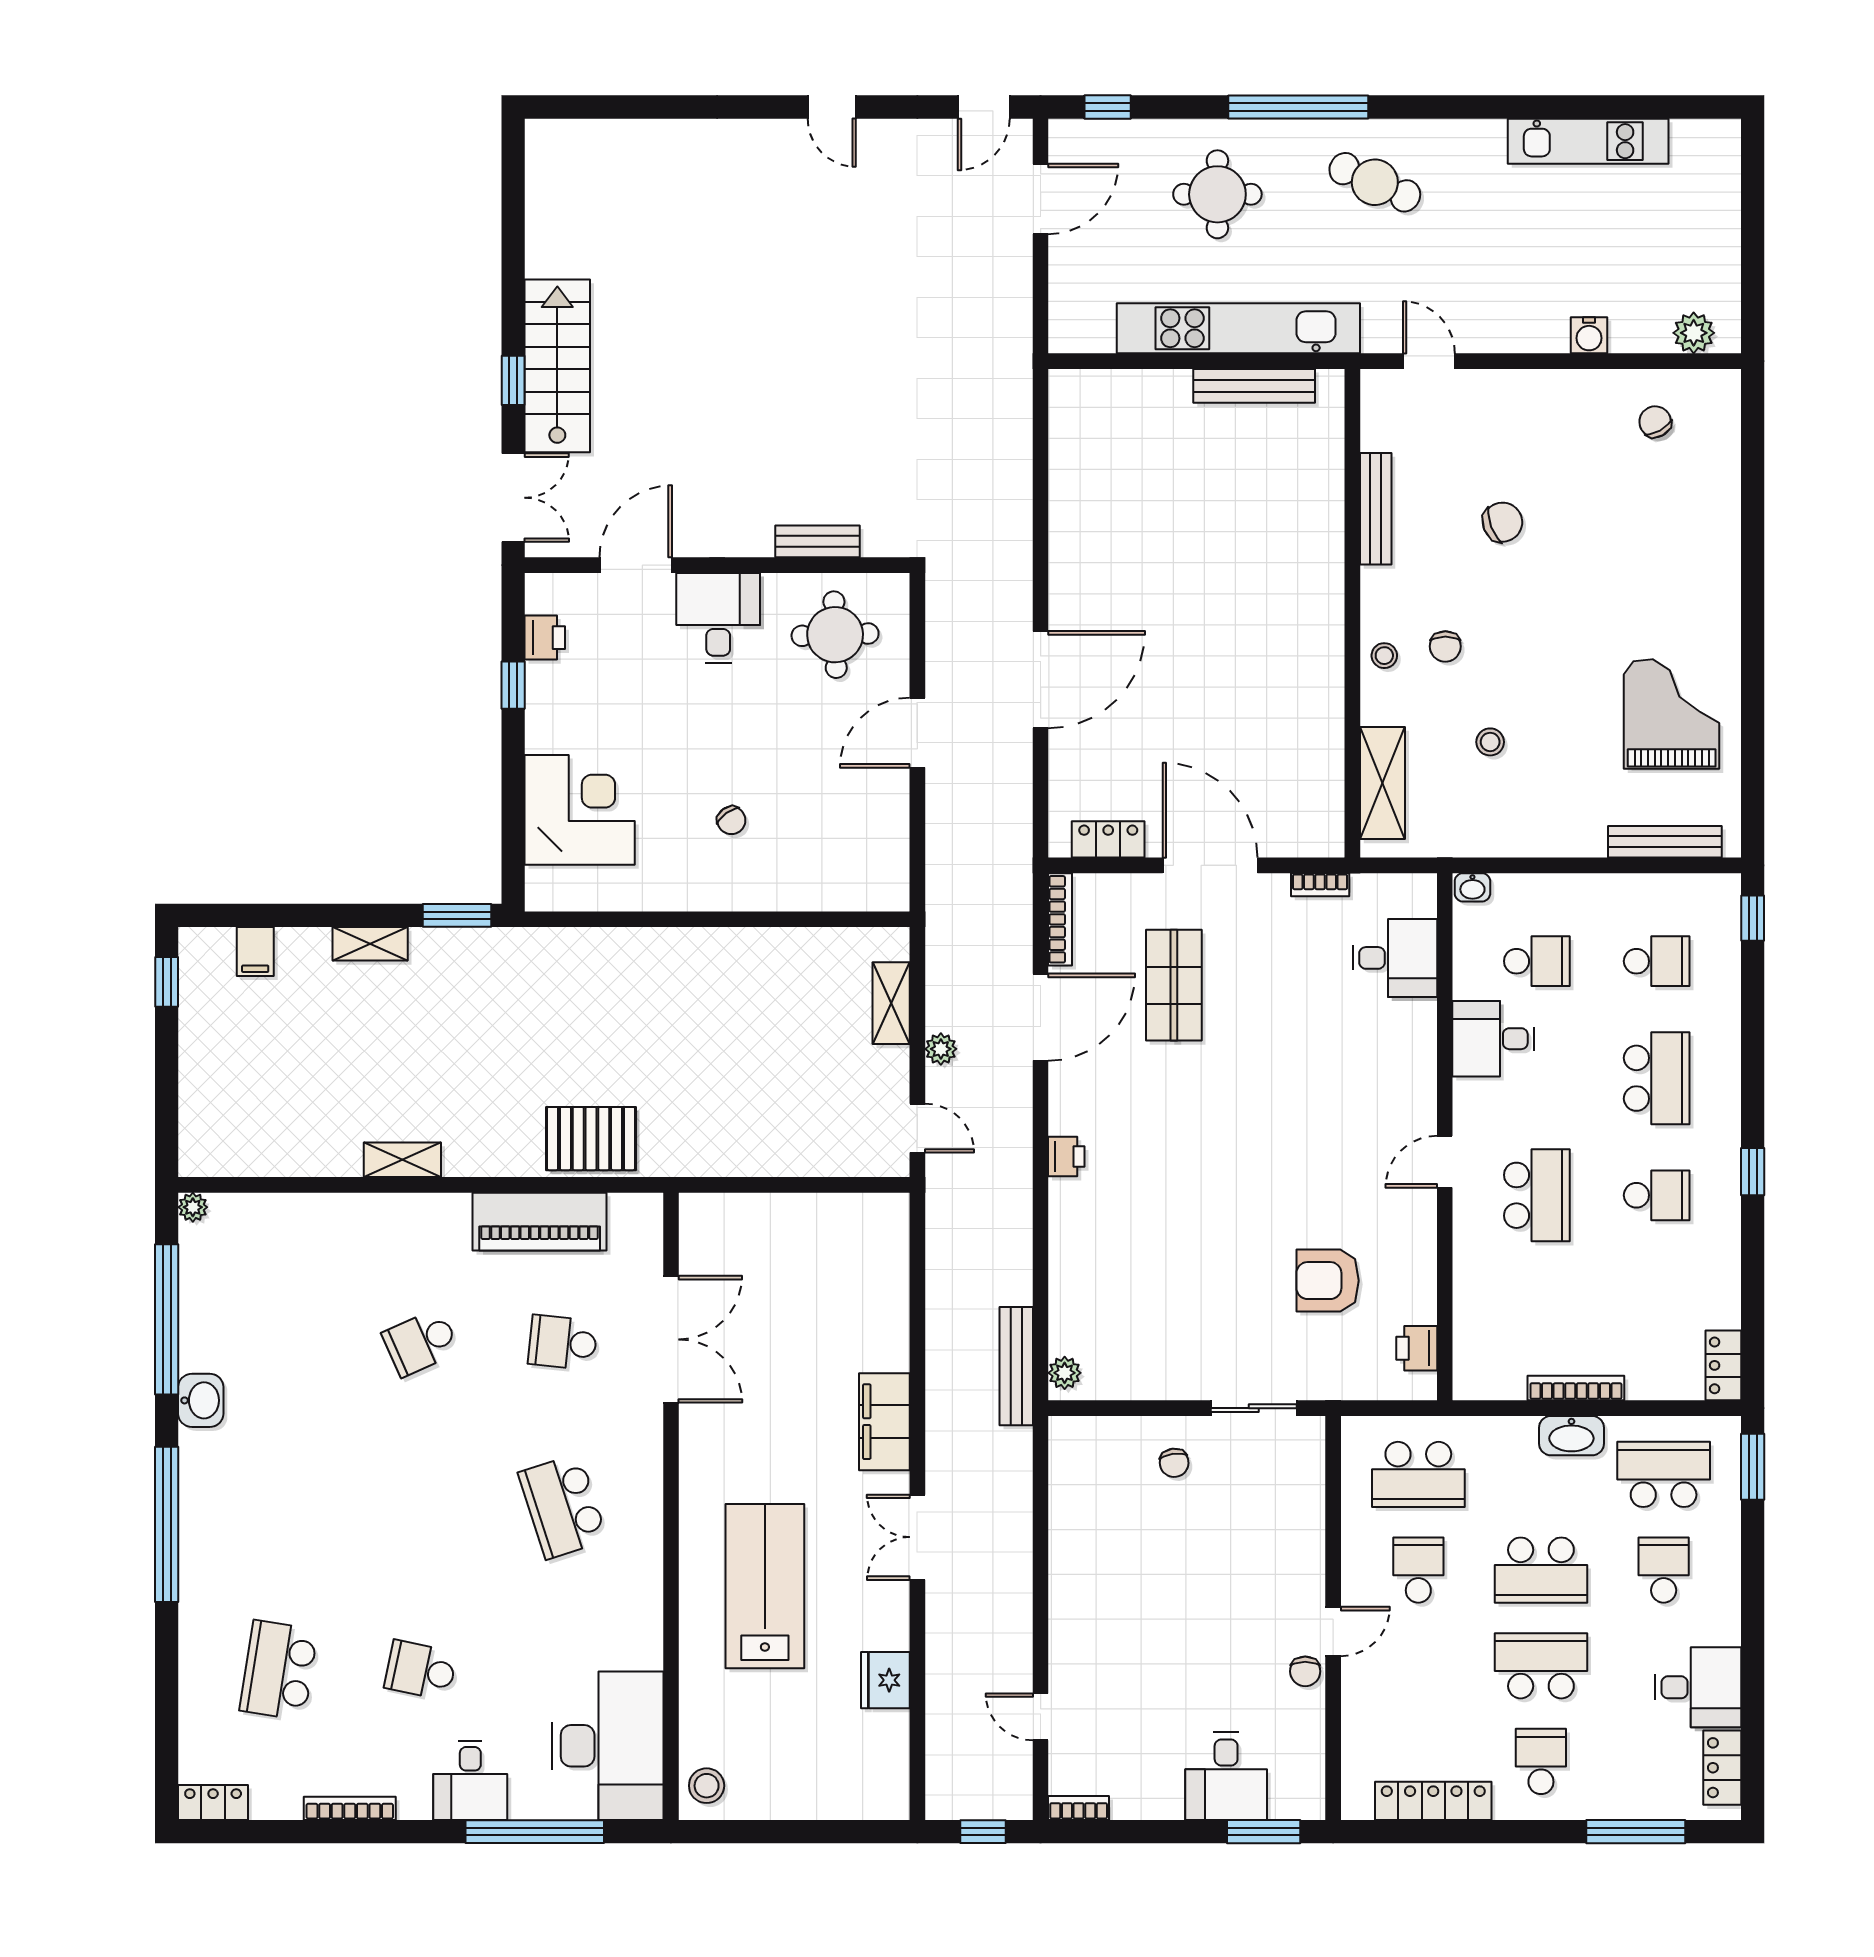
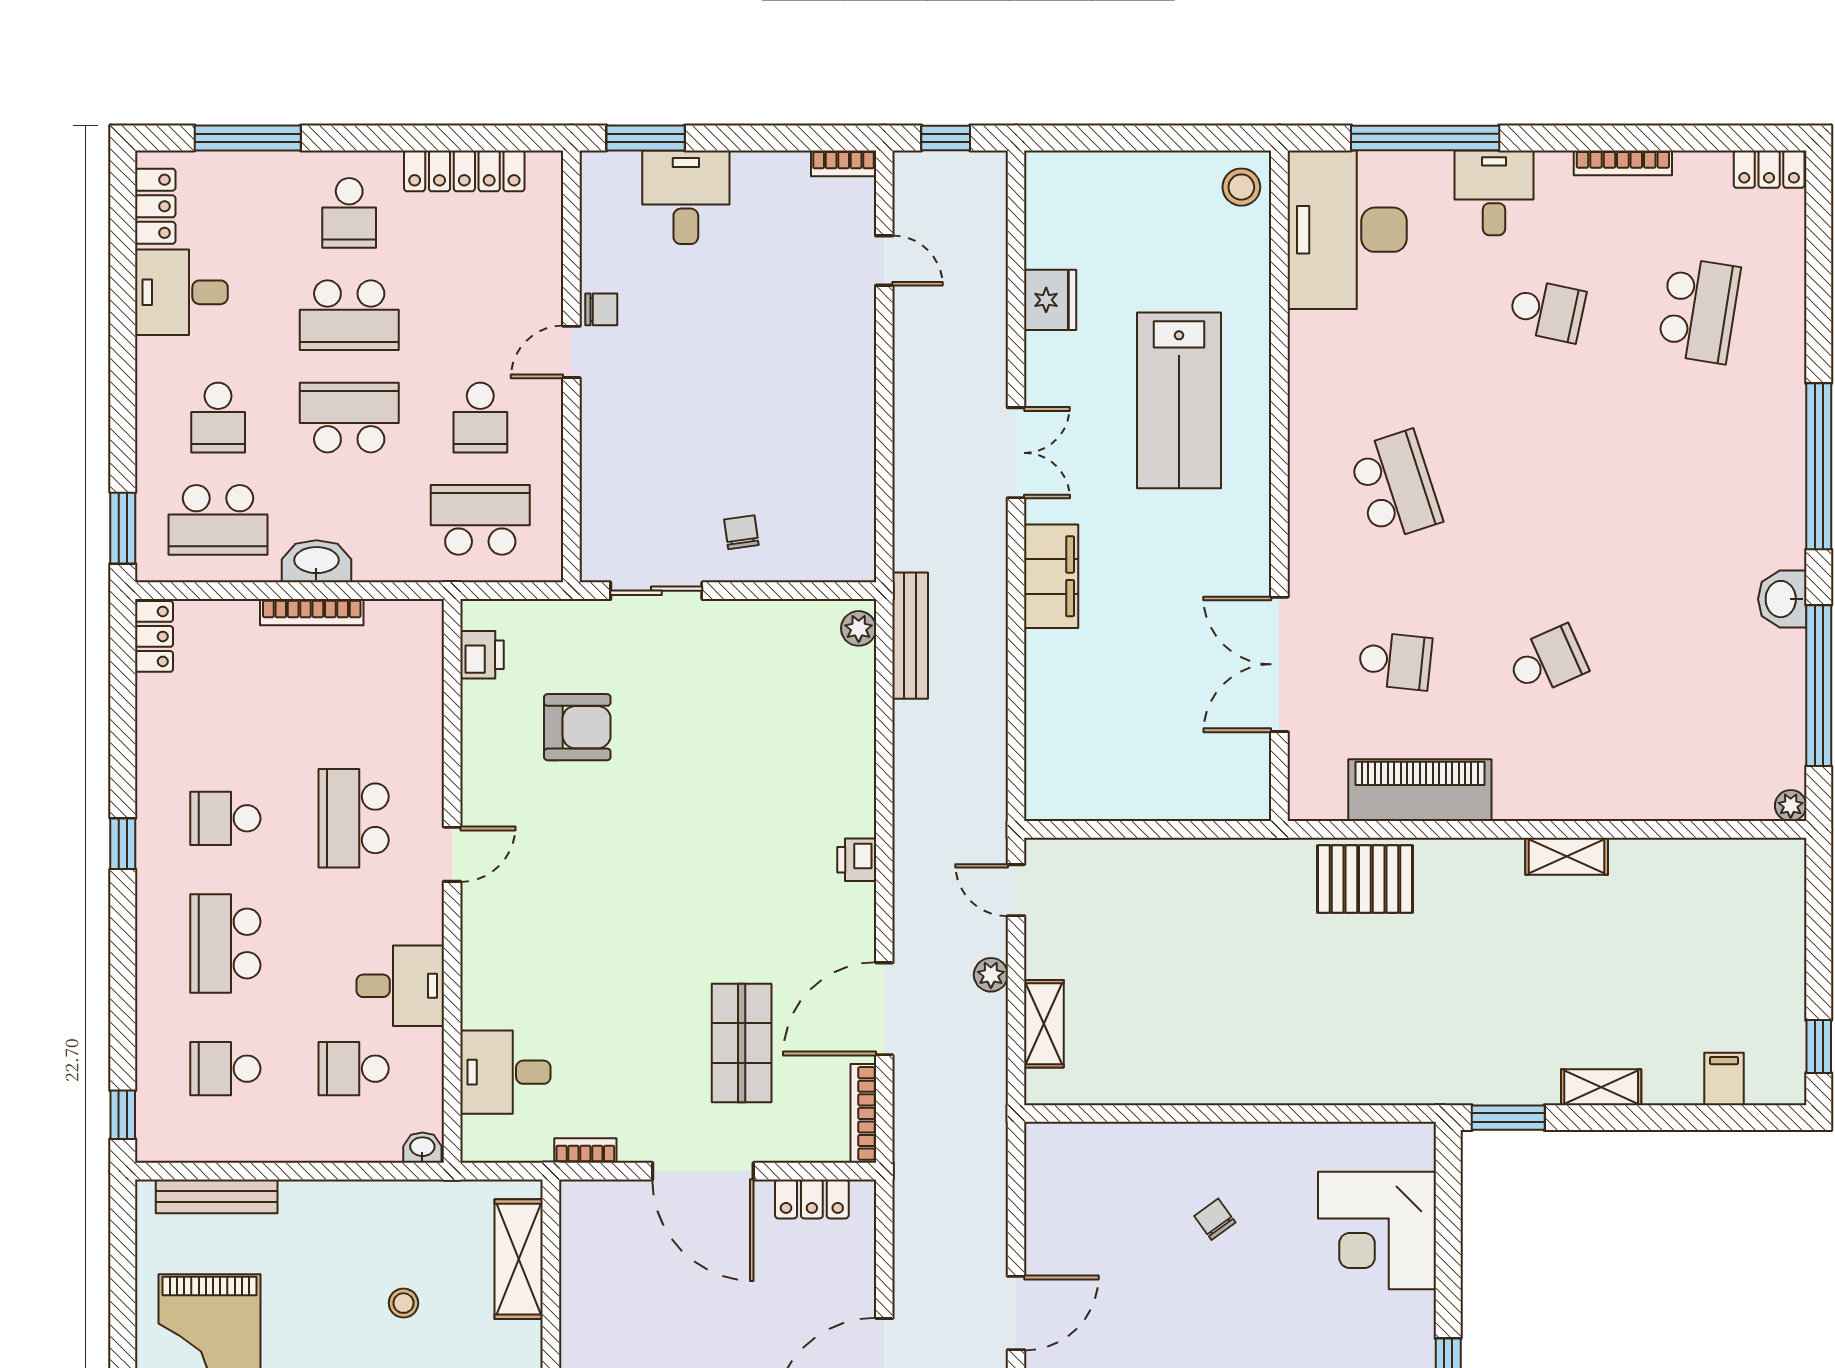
chair: (1305, 1671) -> (601, 309), turned 90

